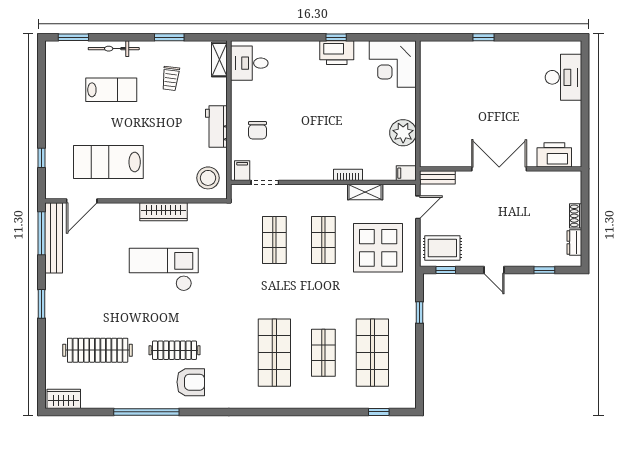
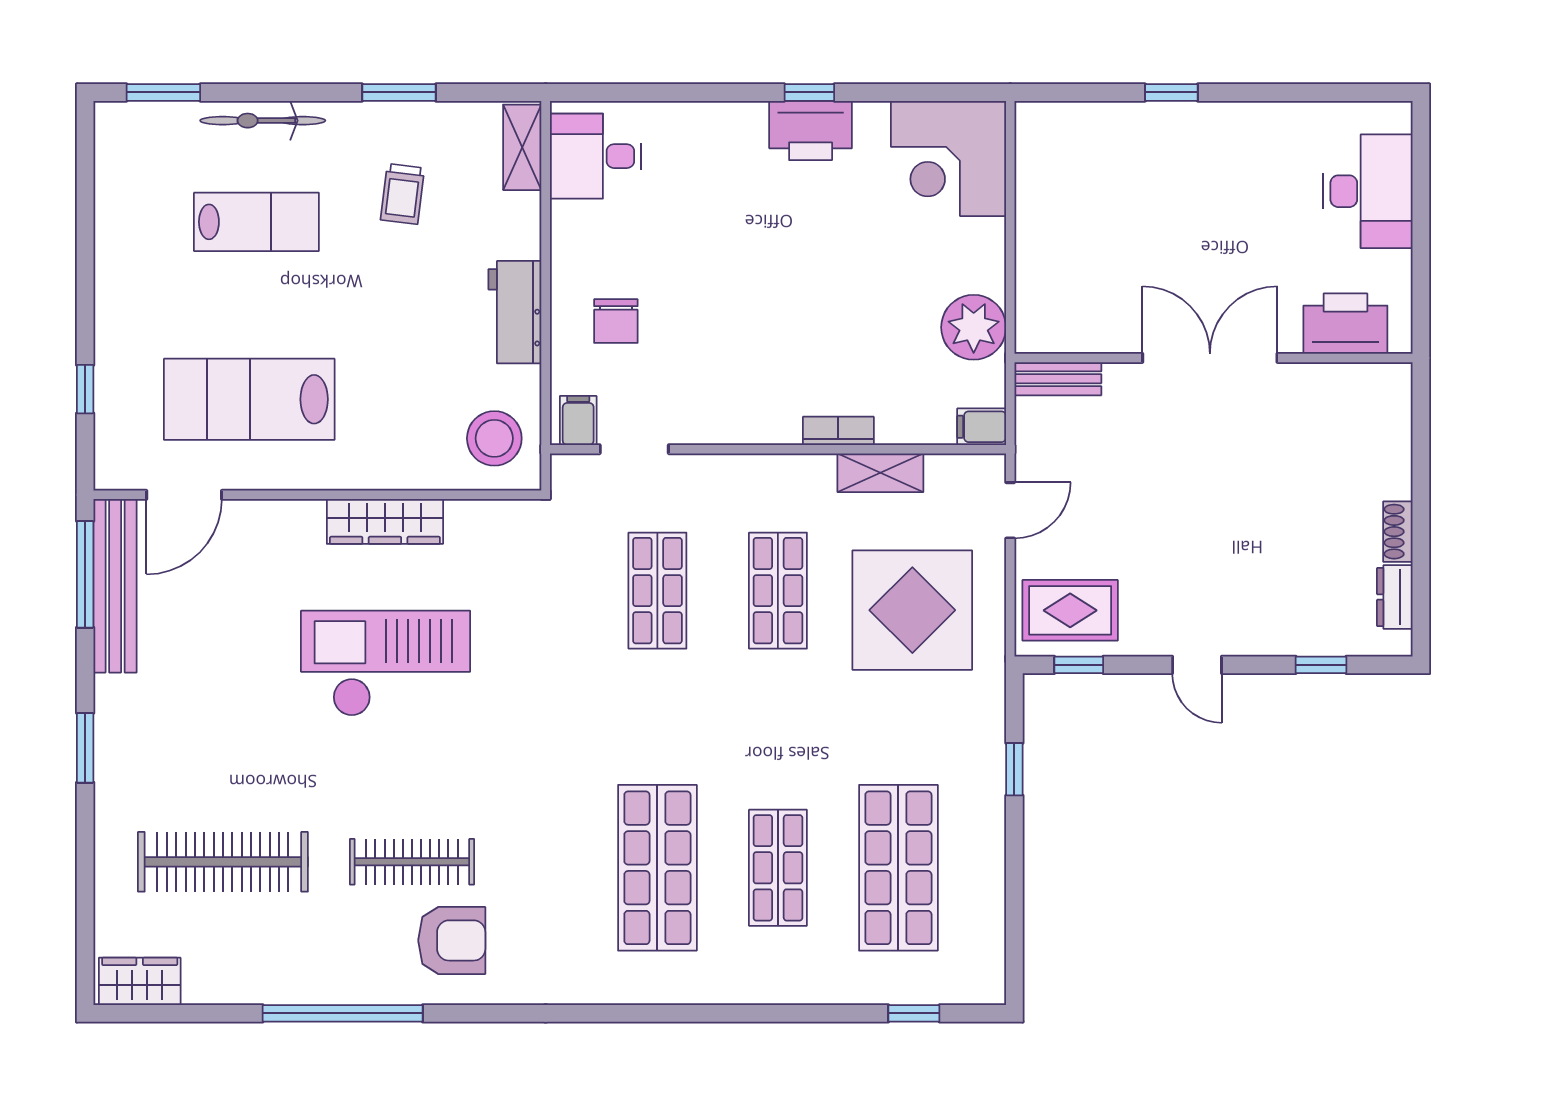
printer: (554, 155) -> (1345, 324), moved
double door: (499, 169) -> (1210, 358), moved
wall: (501, 169) -> (1213, 358), moved
bench: (437, 177) -> (1058, 379), moved

